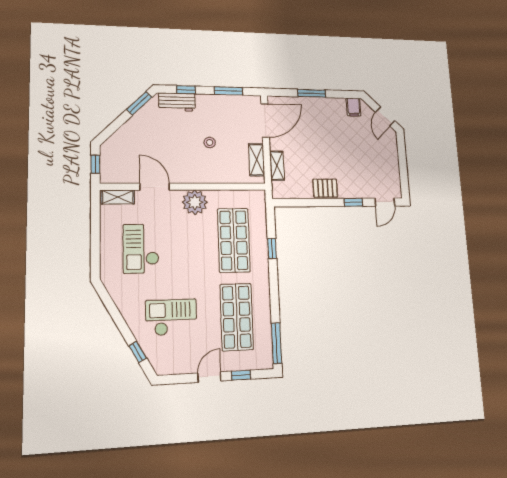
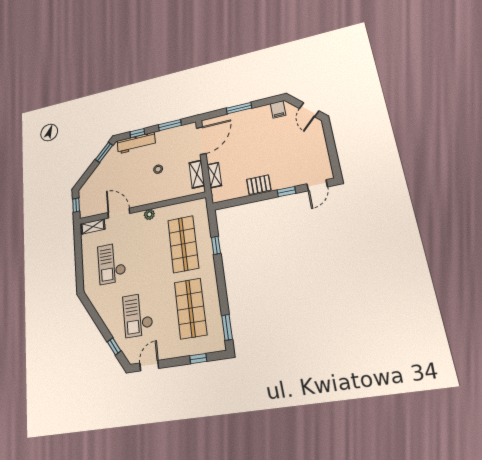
workbench: (177, 102) -> (136, 143), width x1.37
plant: (195, 202) -> (149, 214), width x0.53, depth x0.53
checkout: (171, 317) -> (138, 315), turned -90
window: (277, 343) -> (227, 327), width x0.69
door: (209, 377) -> (149, 366), moved

